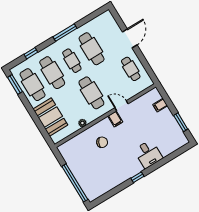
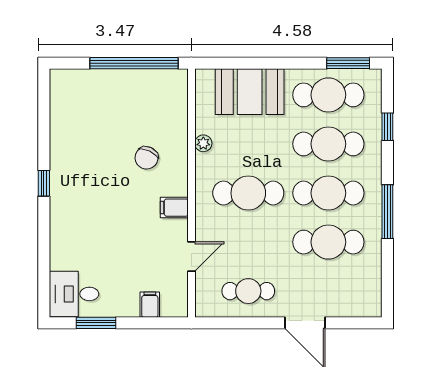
cafe table: (72, 61) -> (328, 193), width x1.37, depth x1.35
door: (122, 106) -> (191, 257), moved
desk: (148, 154) -> (74, 294), moved
window: (75, 183) -> (134, 63), moved

